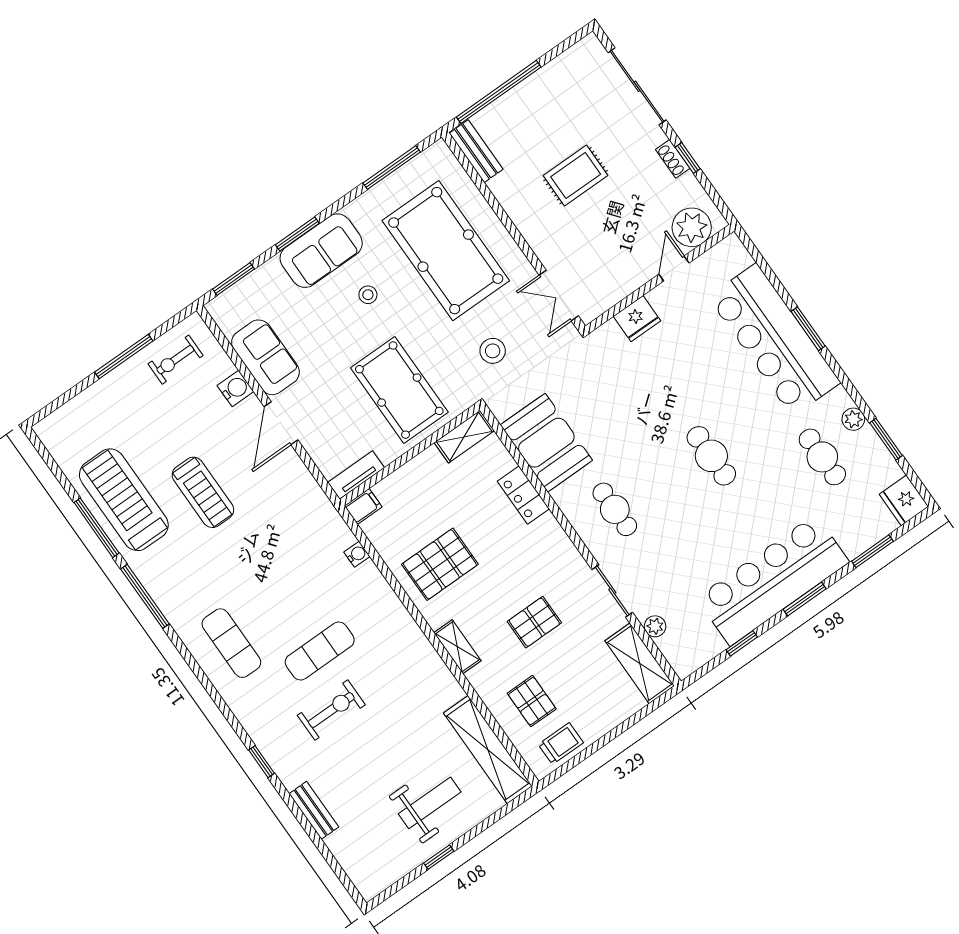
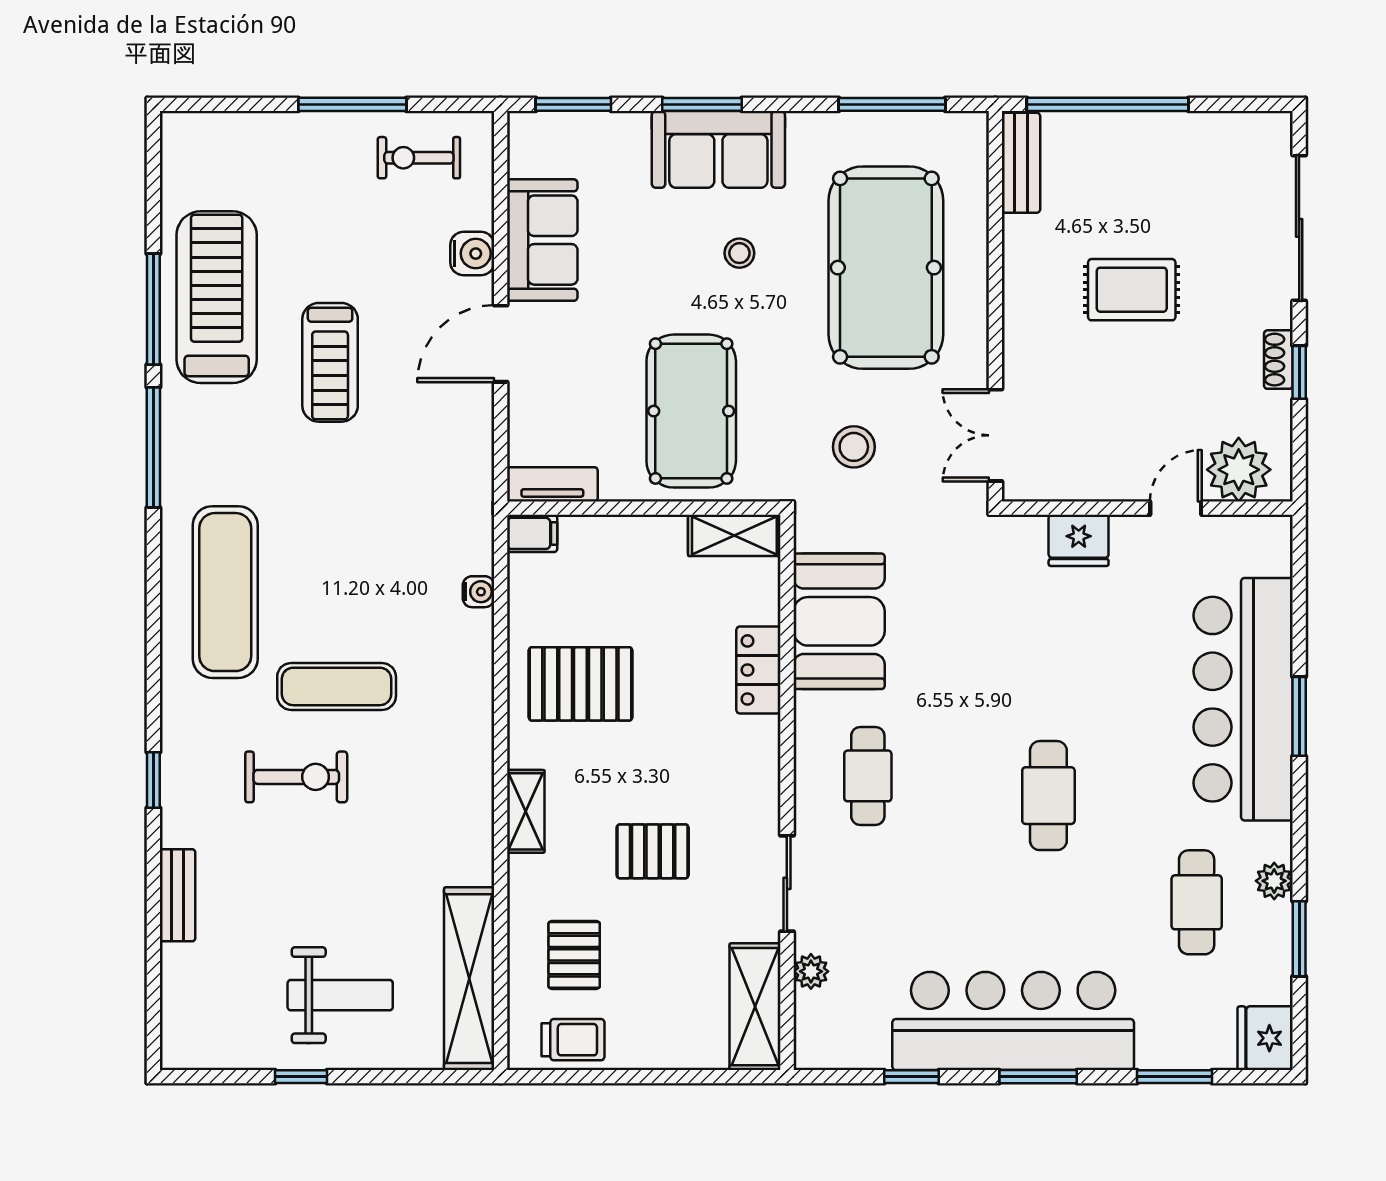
exercise mat: (231, 643) -> (225, 592), width x1.36, depth x1.45

